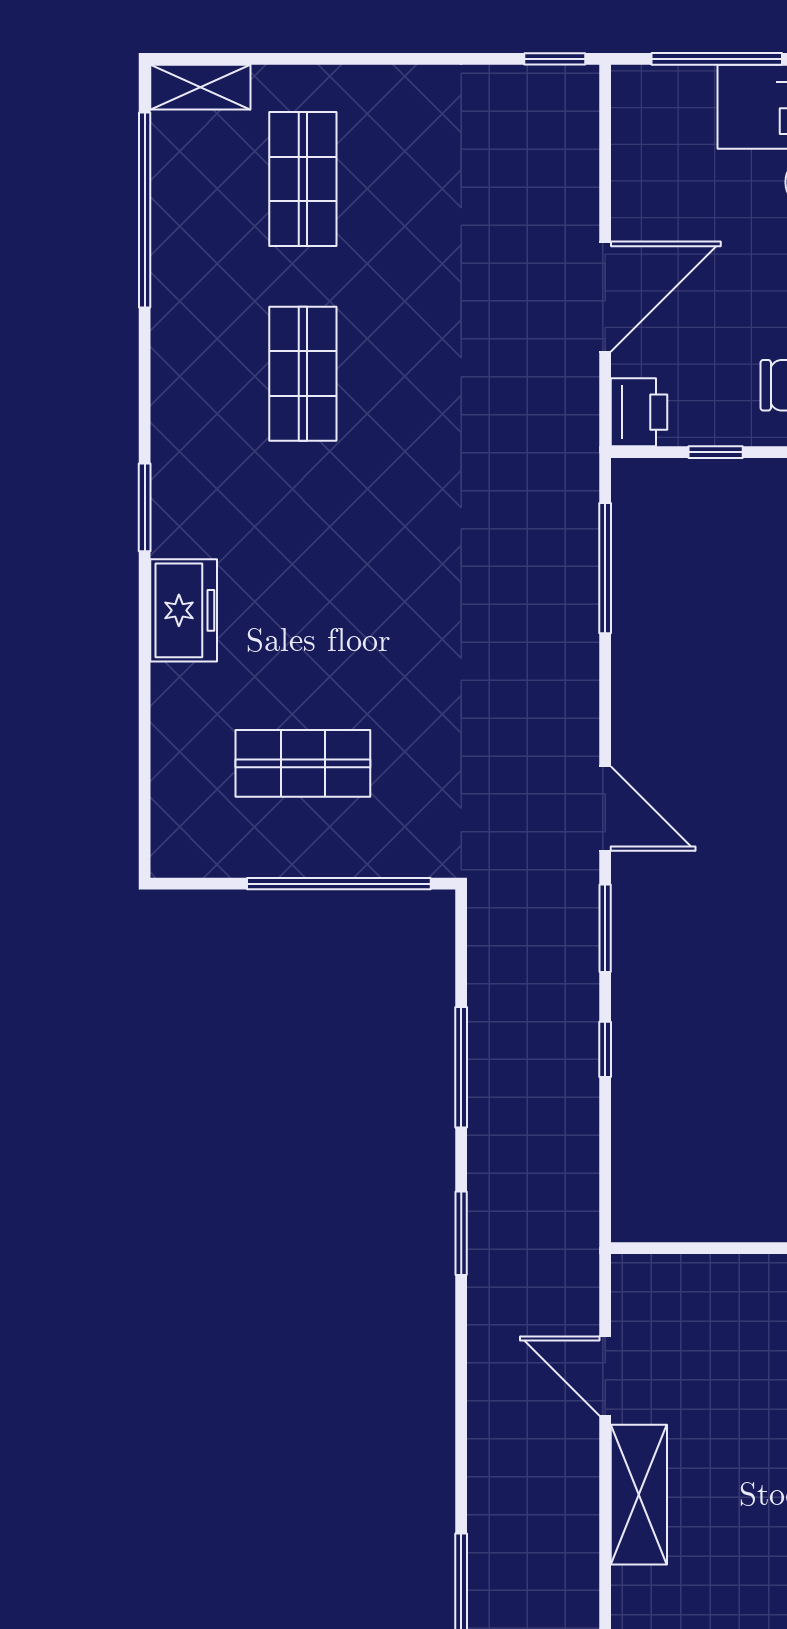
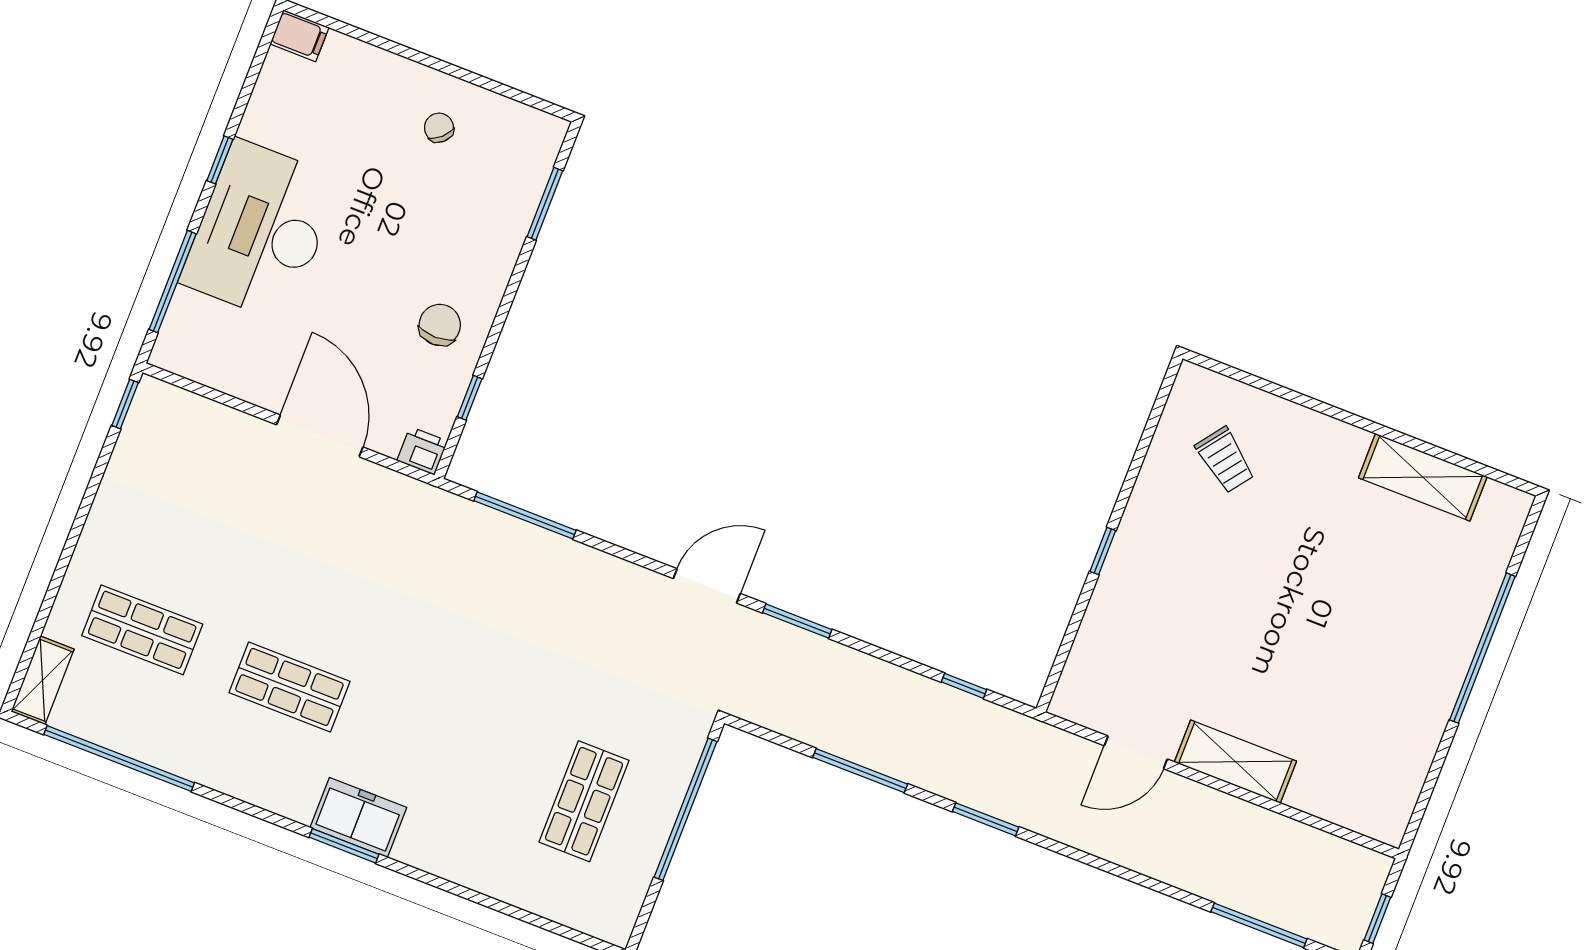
printer: (639, 412) -> (422, 451), width x0.73, depth x0.81
freezer: (184, 610) -> (358, 817), moved
window: (605, 1049) -> (964, 686), moved

